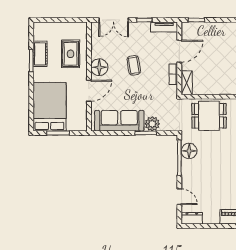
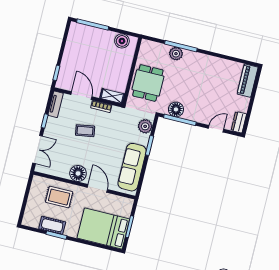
coffee table: (134, 65) -> (85, 131), moved
plant: (152, 124) -> (145, 126), moved

